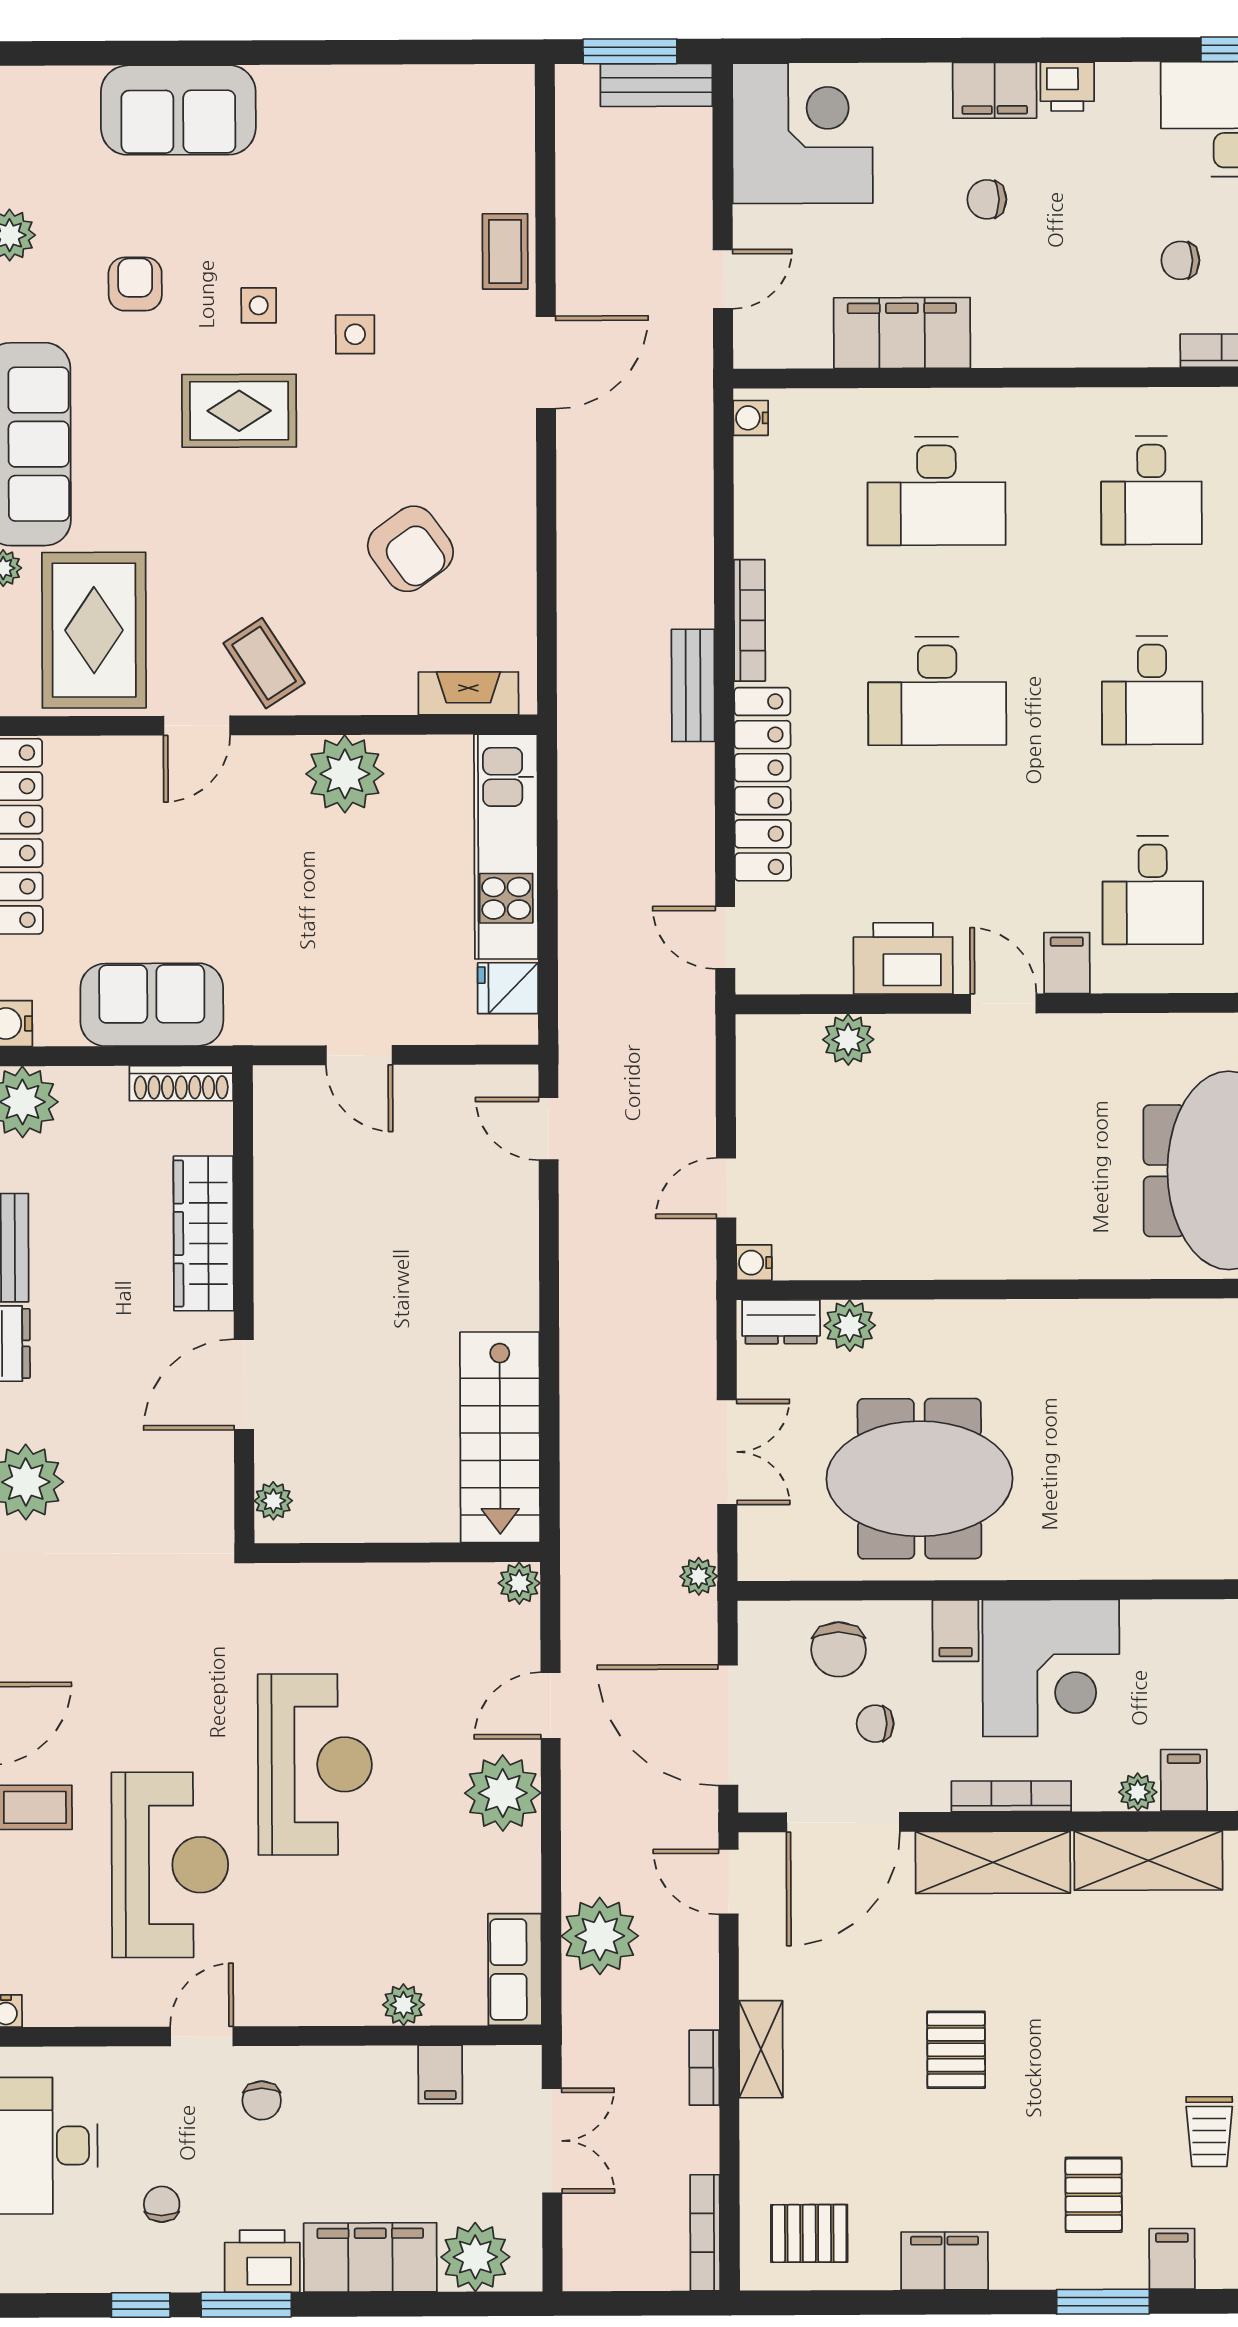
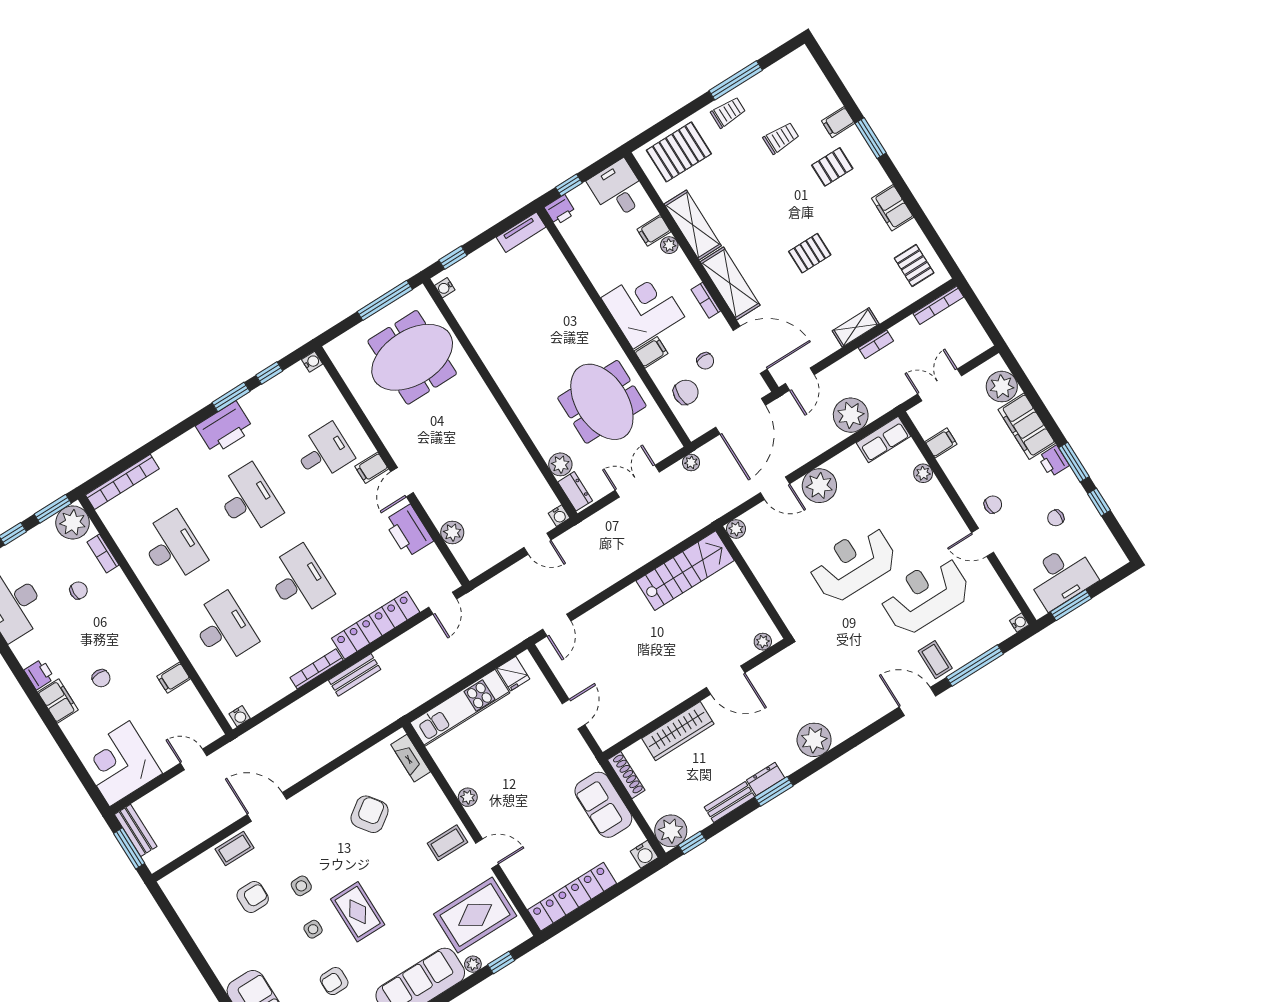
armchair: (391, 229) -> (253, 897), added
chair: (1180, 260) -> (79, 590), turned -90
filing cabinet: (902, 333) -> (174, 678), width x0.33, depth x0.86
desk: (1151, 490) -> (172, 547), width x1.37
coffee table: (264, 663) -> (447, 843), turned 33
desk: (1152, 690) -> (248, 500), width x1.37
plant: (345, 774) -> (468, 797), width x0.53, depth x0.53
bookcase: (1011, 1796) -> (706, 300), width x0.64
printer: (262, 2261) -> (1054, 461), width x0.73, depth x0.81

